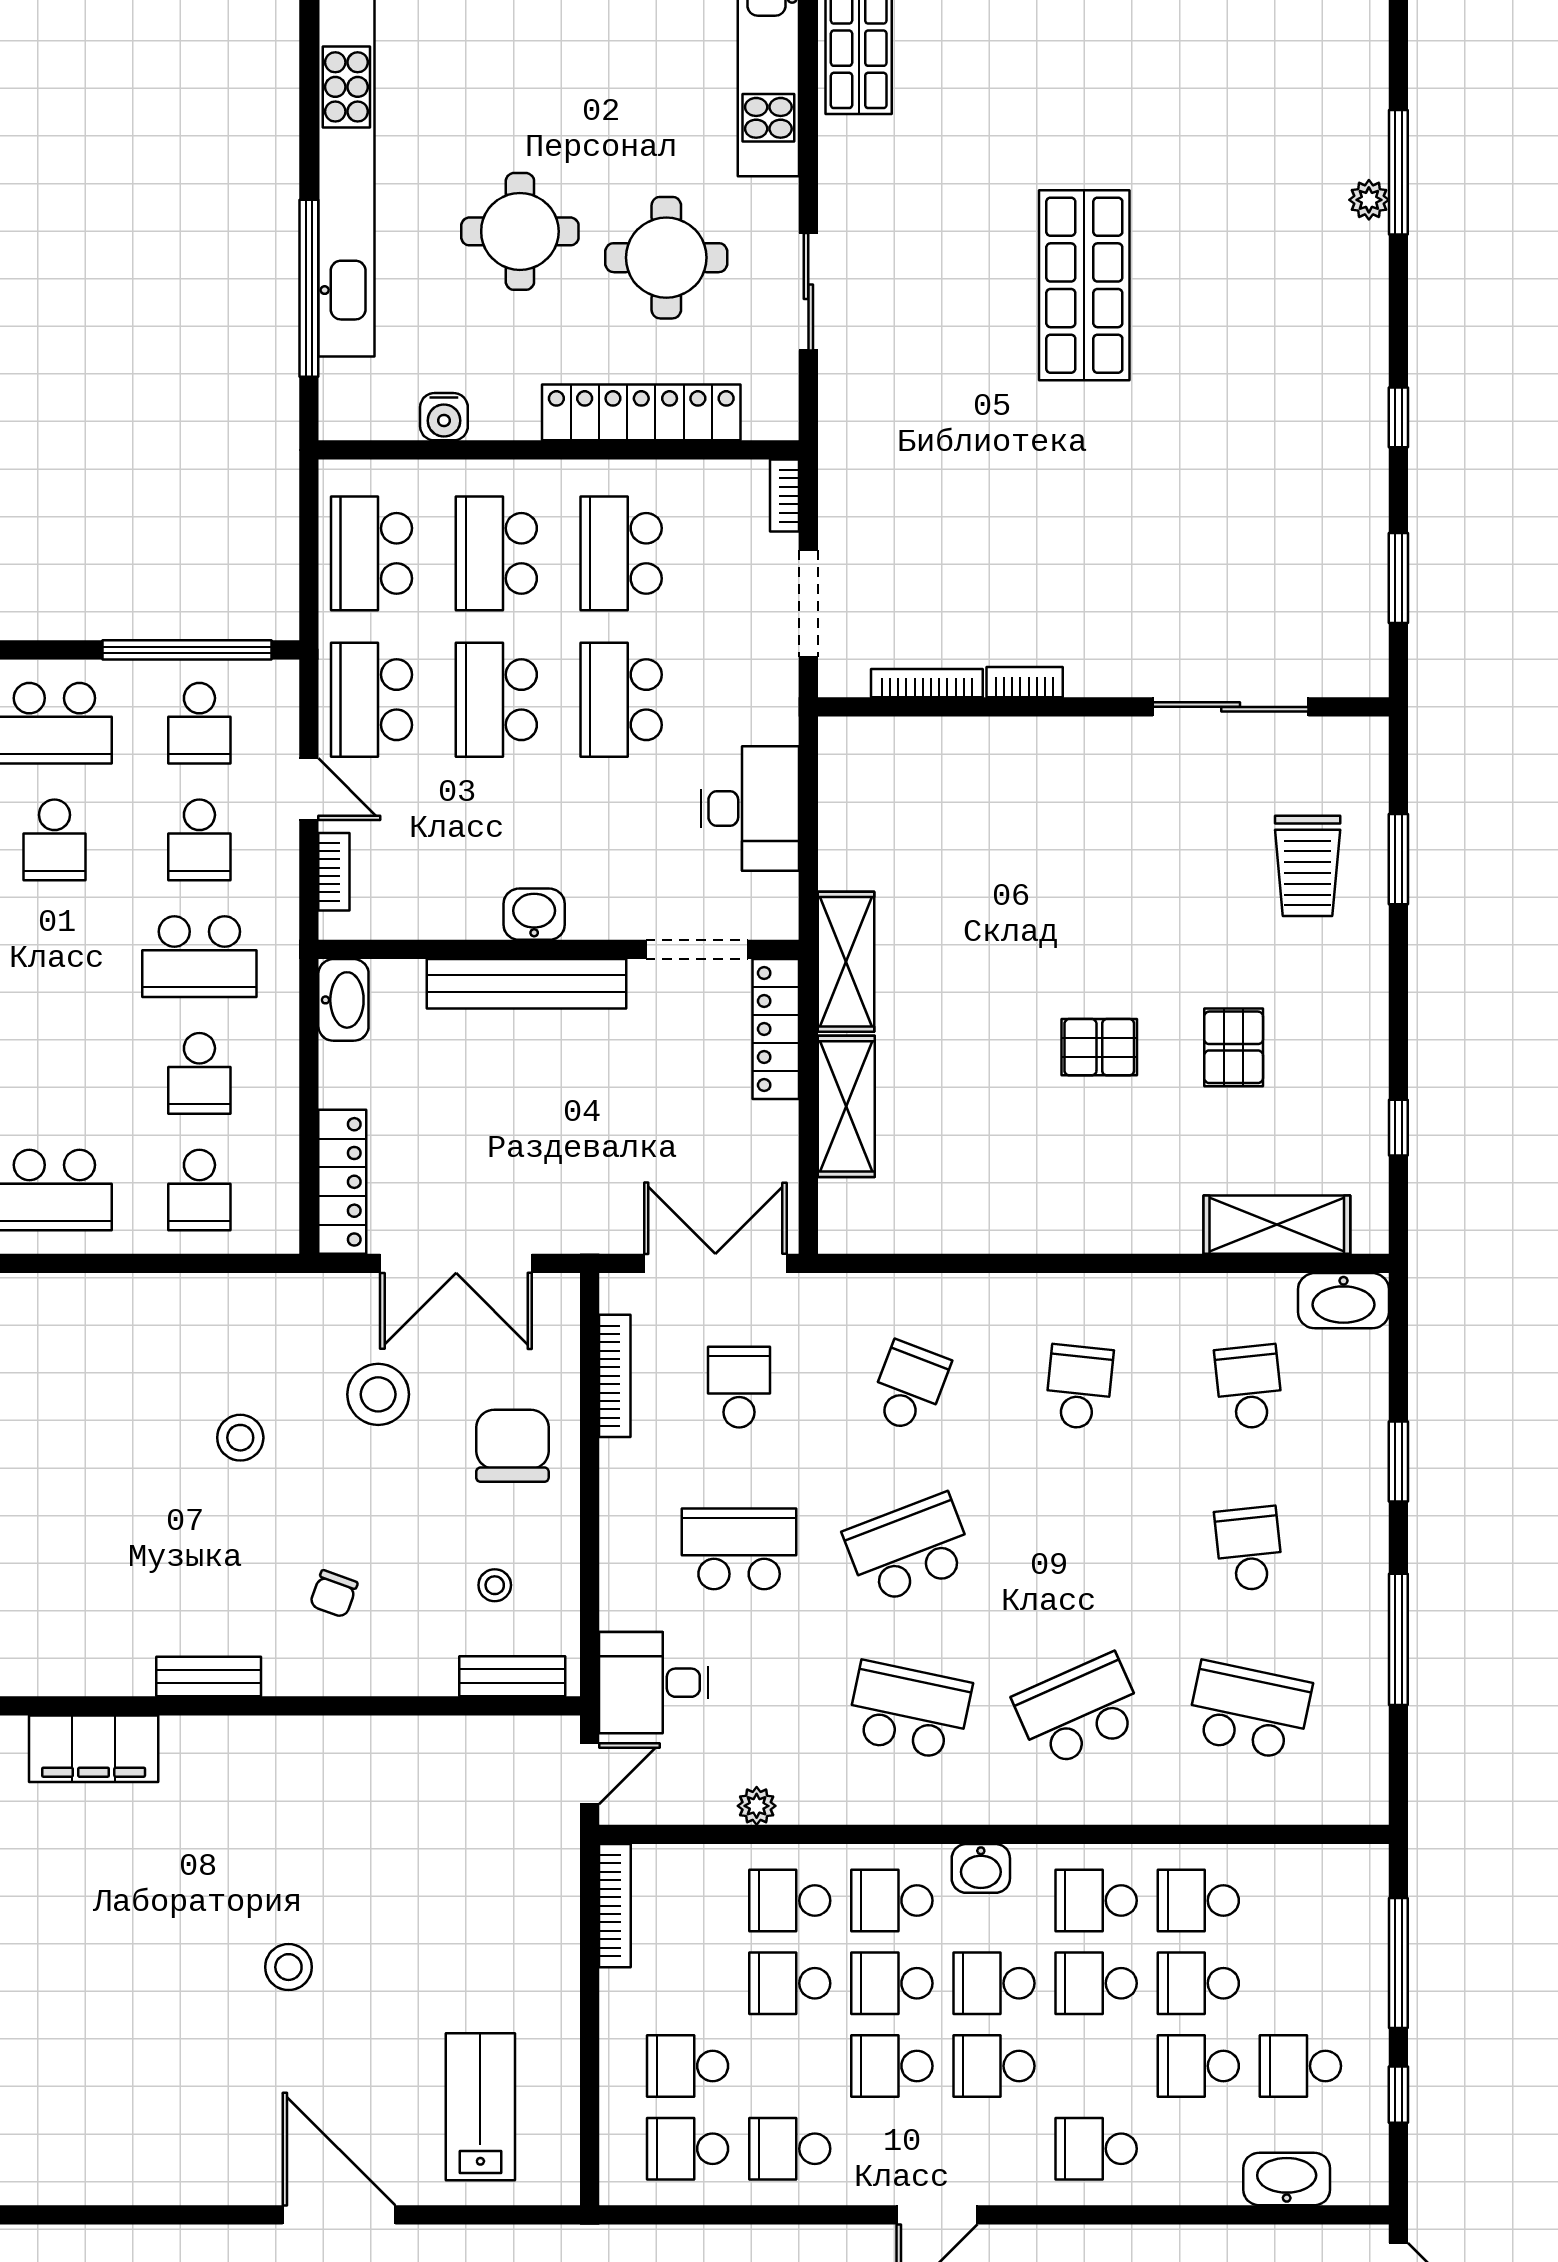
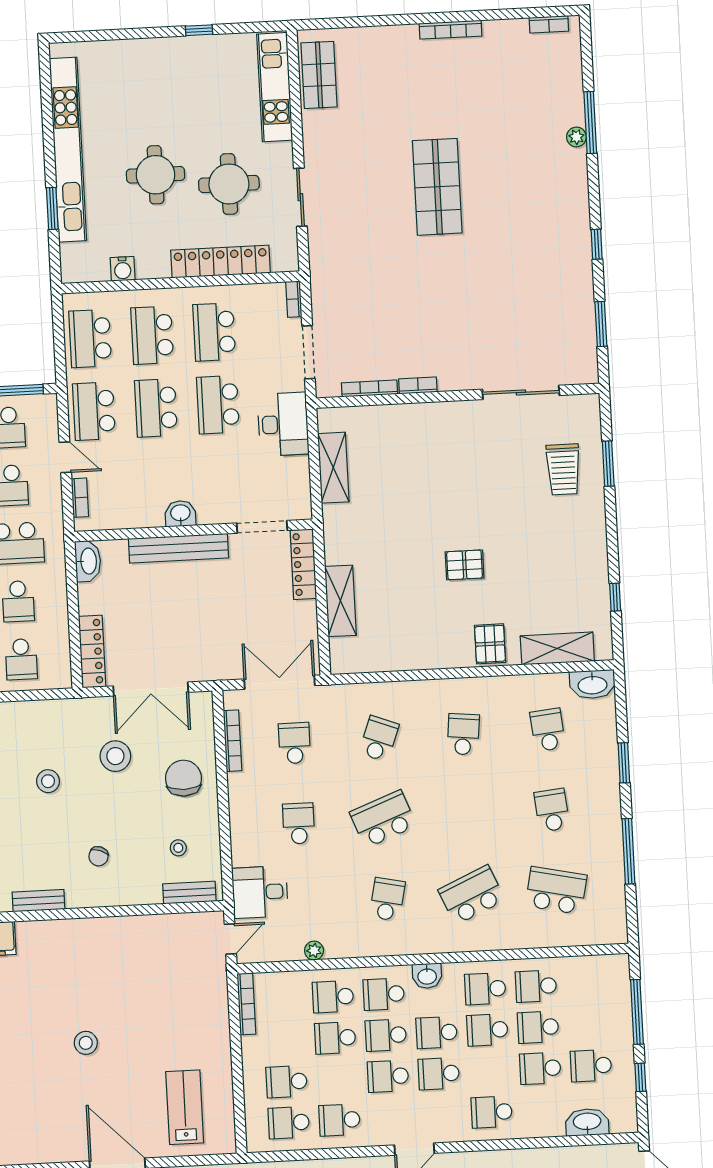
window: (309, 288) -> (52, 209), width x0.47
desk: (750, 809) -> (283, 424), moved
shelving: (846, 962) -> (333, 468), moved
pallet: (1234, 1047) -> (490, 644), moved
school desk: (739, 1549) -> (299, 823), width x0.54
school desk: (909, 1711) -> (387, 899), width x0.54

